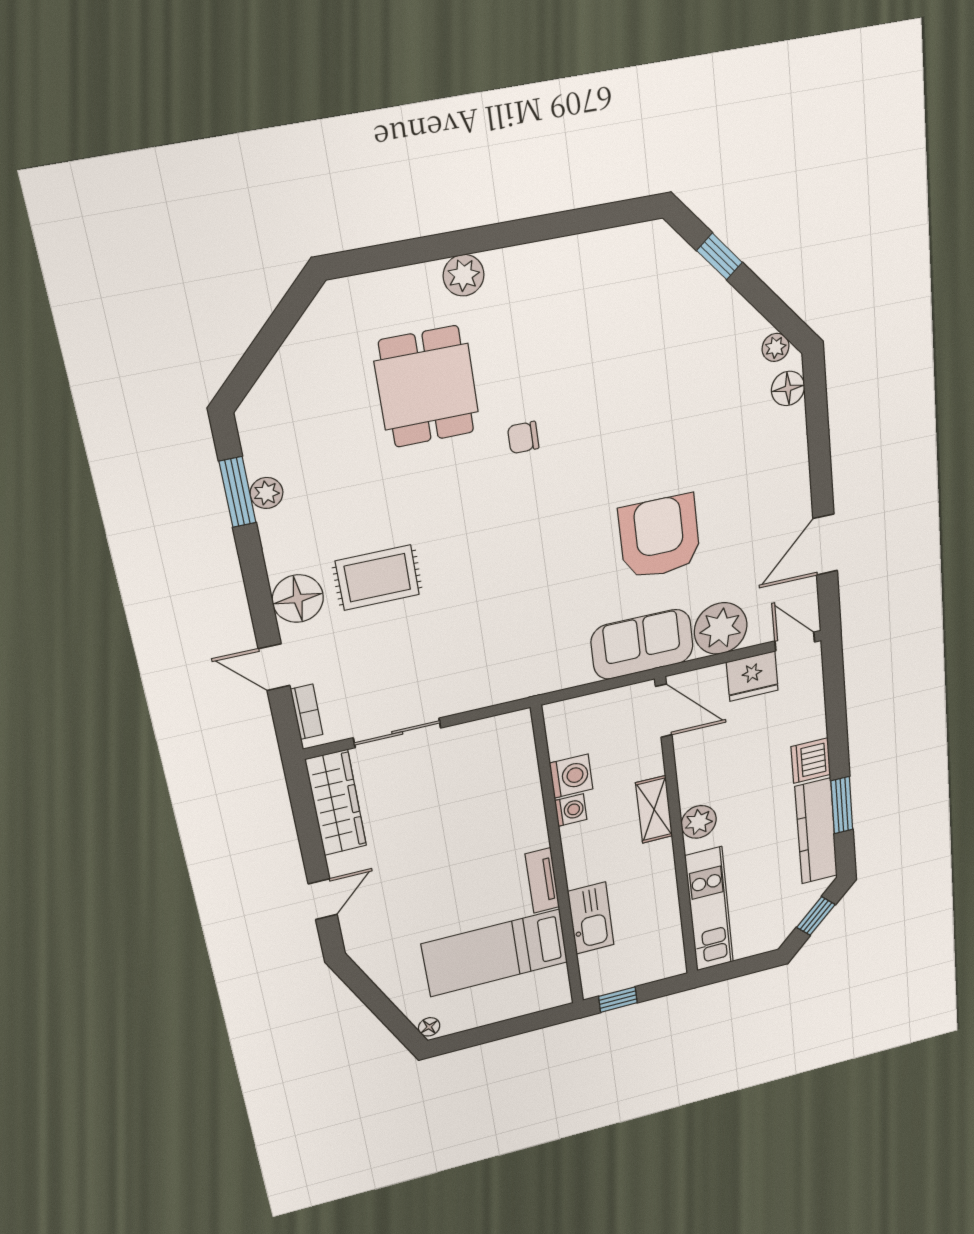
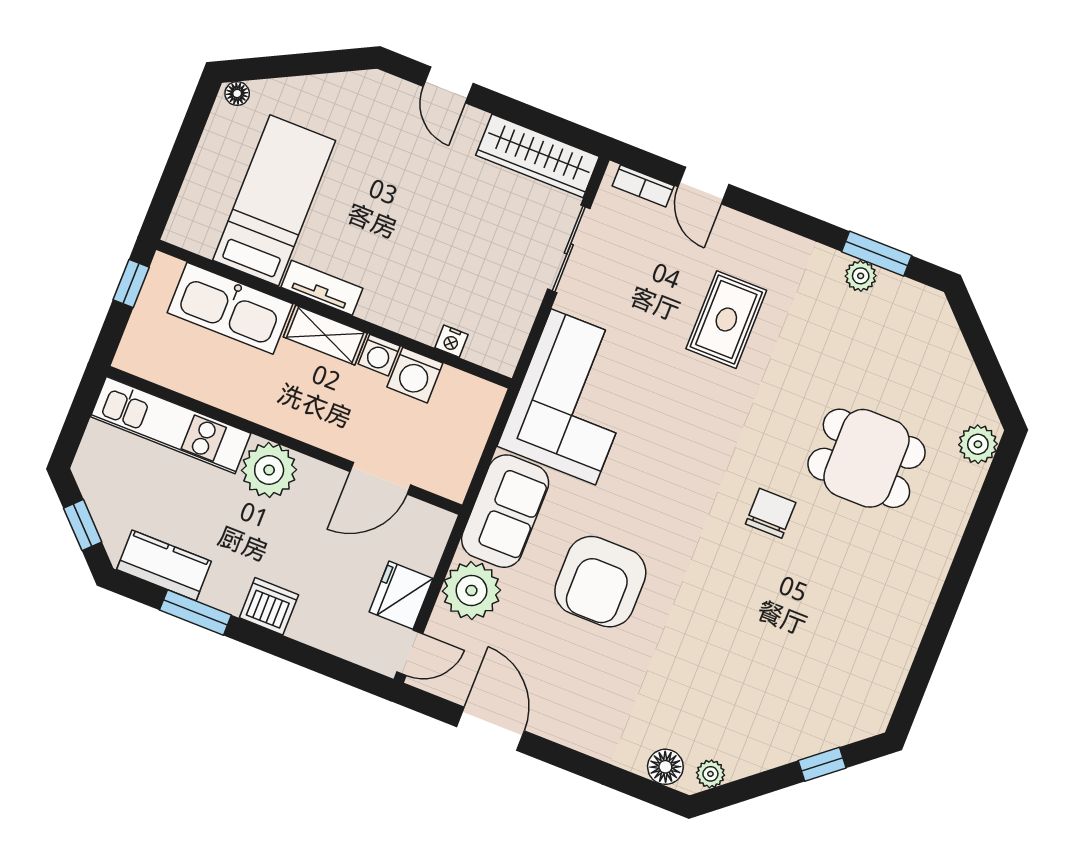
plant: (464, 275) -> (978, 444), moved
chair: (523, 438) -> (771, 513), width x1.37, depth x1.37
armchair: (660, 537) -> (600, 582), turned 90
floor lamp: (298, 599) -> (752, 243), removed
corner sofa: (518, 653) -> (573, 397), added
door: (274, 667) -> (703, 185), swing flipped
door: (664, 711) -> (380, 478), moved
nightstand: (528, 768) -> (451, 341), added
shelving: (654, 809) -> (325, 335), moved
plant: (699, 822) -> (269, 470), width x1.36, depth x1.36
kitchen counter: (816, 831) -> (164, 565), width x0.67
kitchen sink: (591, 918) -> (230, 308), width x1.36, depth x1.24

